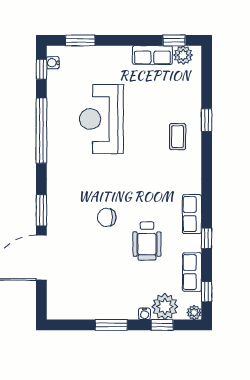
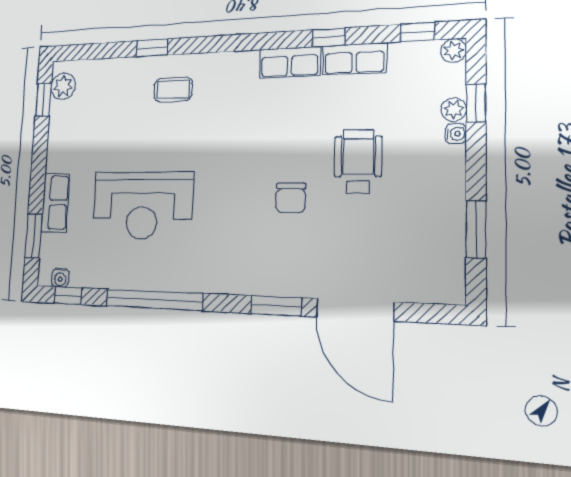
row of seats: (152, 55) -> (55, 203), moved
wheelchair: (147, 241) -> (358, 161), moved, turned -90
row of seats: (192, 272) -> (354, 59), moved
plant: (165, 307) -> (454, 110), width x0.53, depth x0.53
window: (111, 325) -> (476, 229), moved

